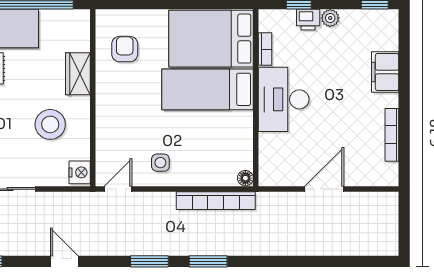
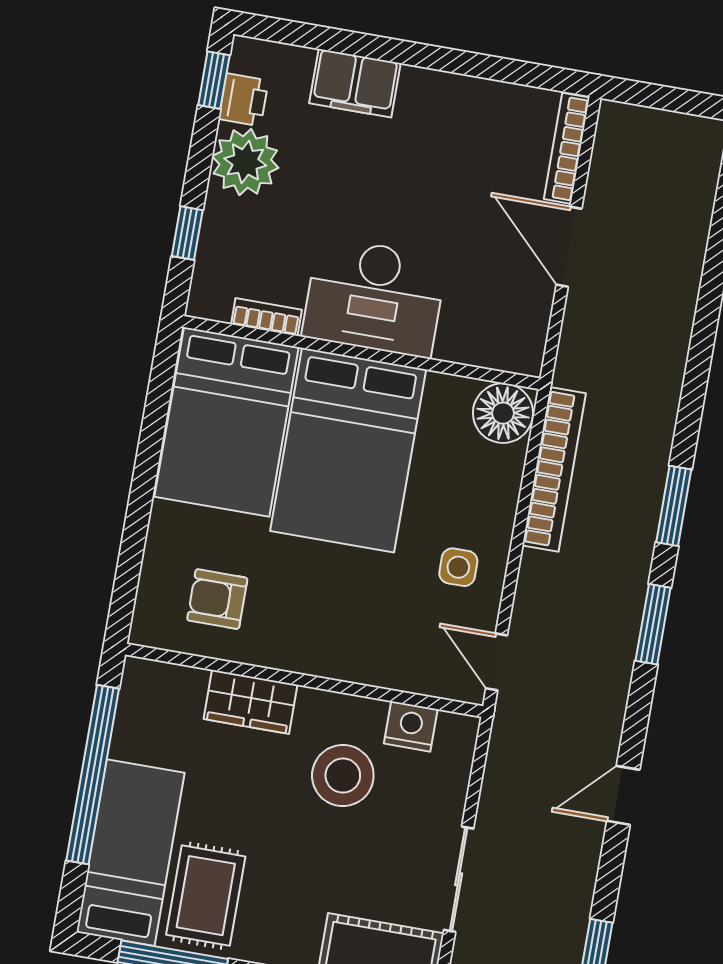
plant: (330, 18) -> (245, 162), width x1.87, depth x1.87
printer: (308, 20) -> (243, 100), moved
bed: (208, 89) -> (348, 450), width x1.50
bookcase: (392, 135) -> (567, 148), moved, turned 90
nightstand: (80, 172) -> (411, 726), moved
floor lamp: (245, 178) -> (503, 413), width x1.89, depth x1.89

